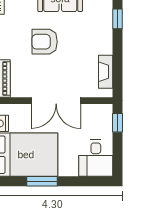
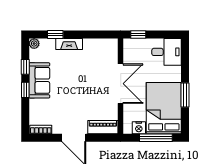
armchair: (45, 42) -> (73, 93), removed
fireplace: (106, 72) -> (69, 44), moved

